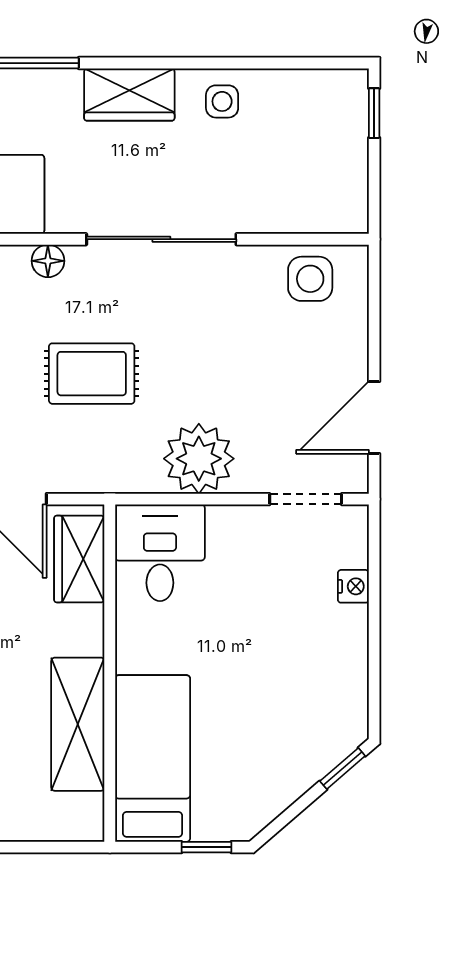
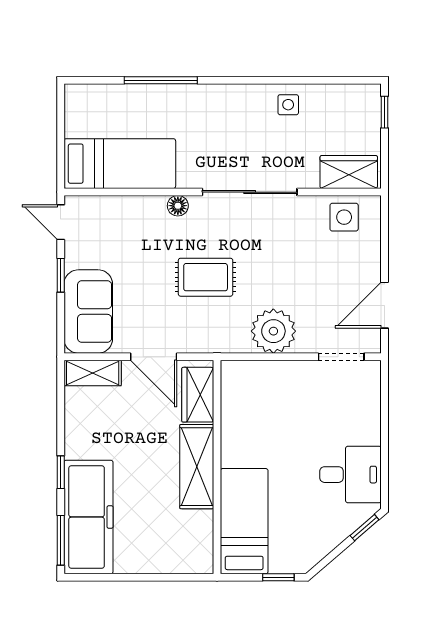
wardrobe: (129, 94) -> (349, 172), moved, turned 180
desk: (160, 553) -> (351, 475), moved, turned 90
nightstand: (353, 586) -> (371, 412), removed
shelving: (78, 724) -> (197, 467), moved

